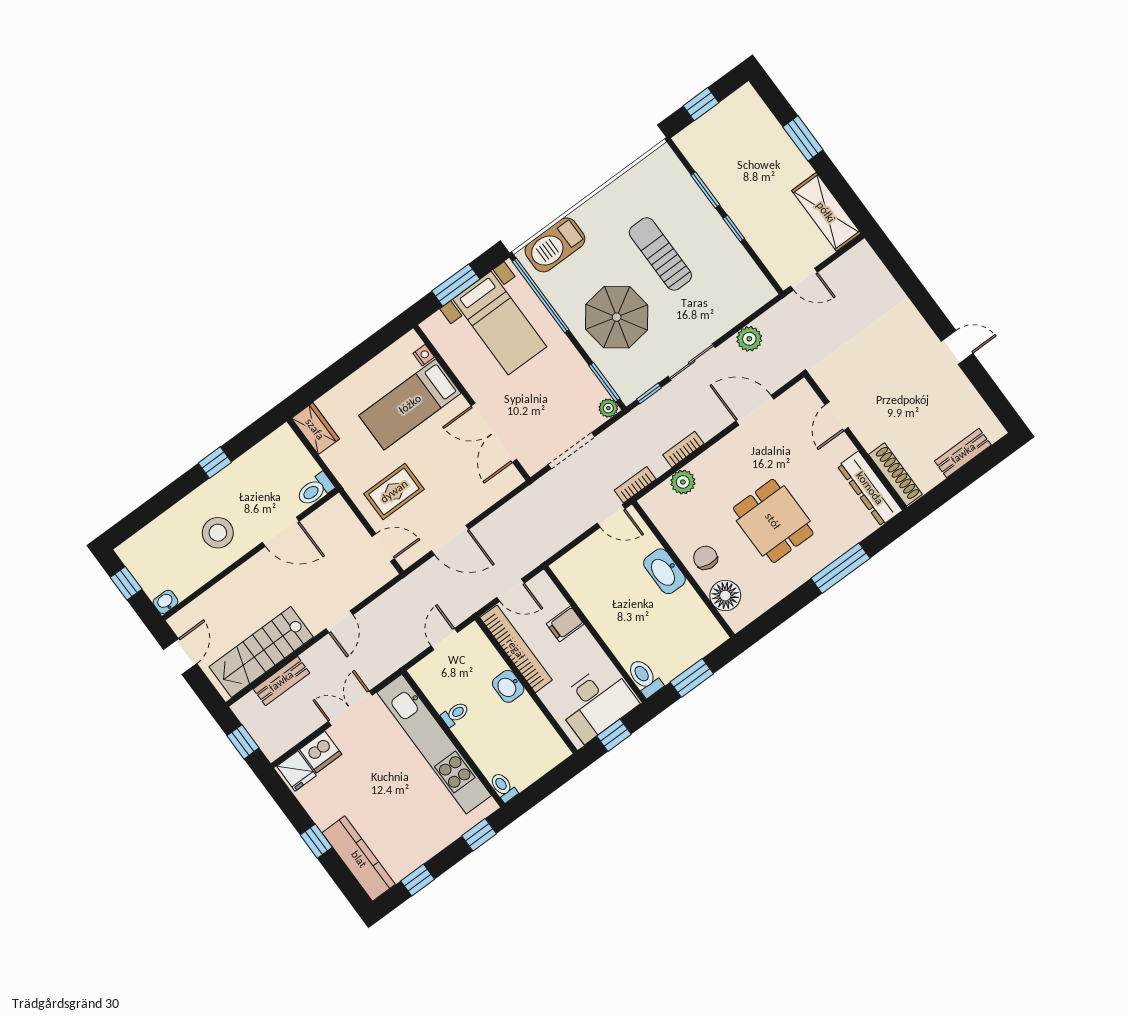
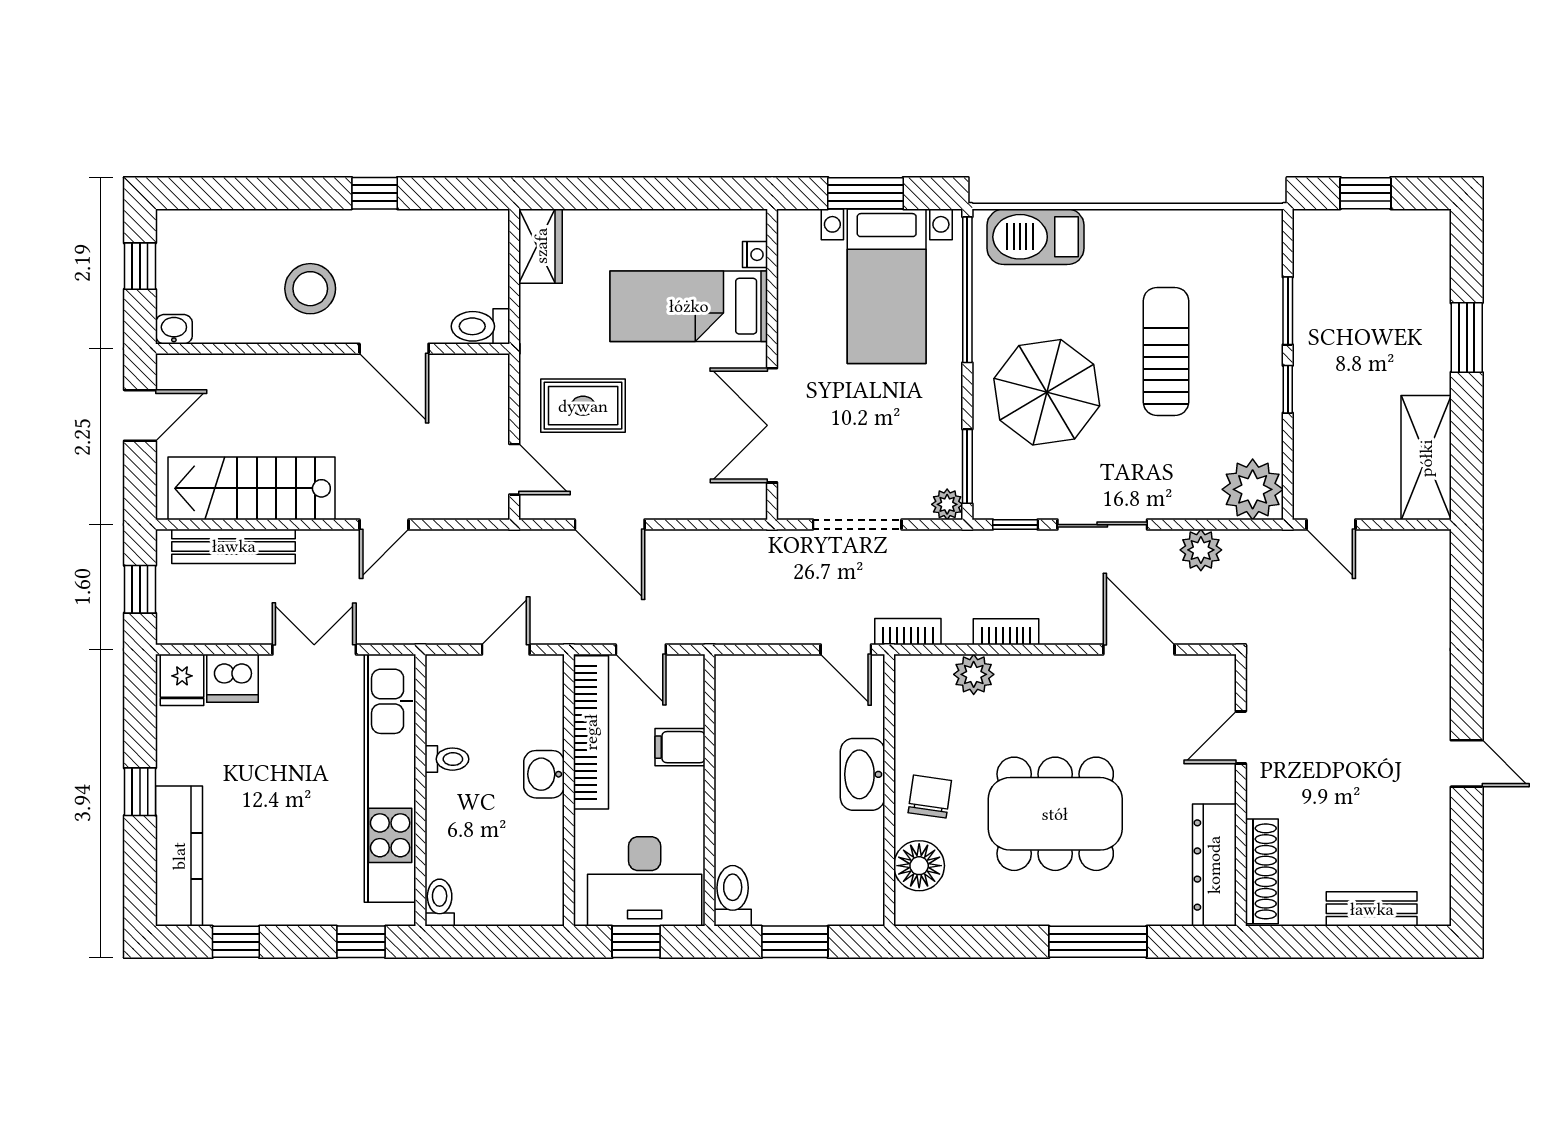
plant: (753, 290) -> (1253, 489), added
dining table: (773, 521) -> (1055, 814), width x1.38
bench: (281, 681) -> (234, 546), width x1.36

